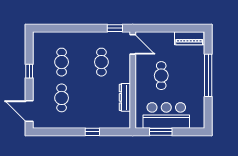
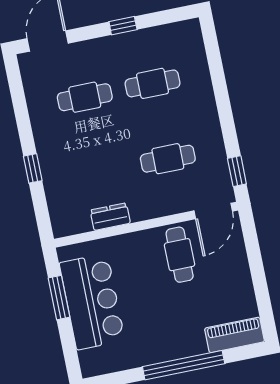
piano: (189, 38) -> (234, 335), moved, turned 90
cafe table: (161, 76) -> (180, 255), moved, turned 90
dresser: (125, 97) -> (110, 217), width x0.70

